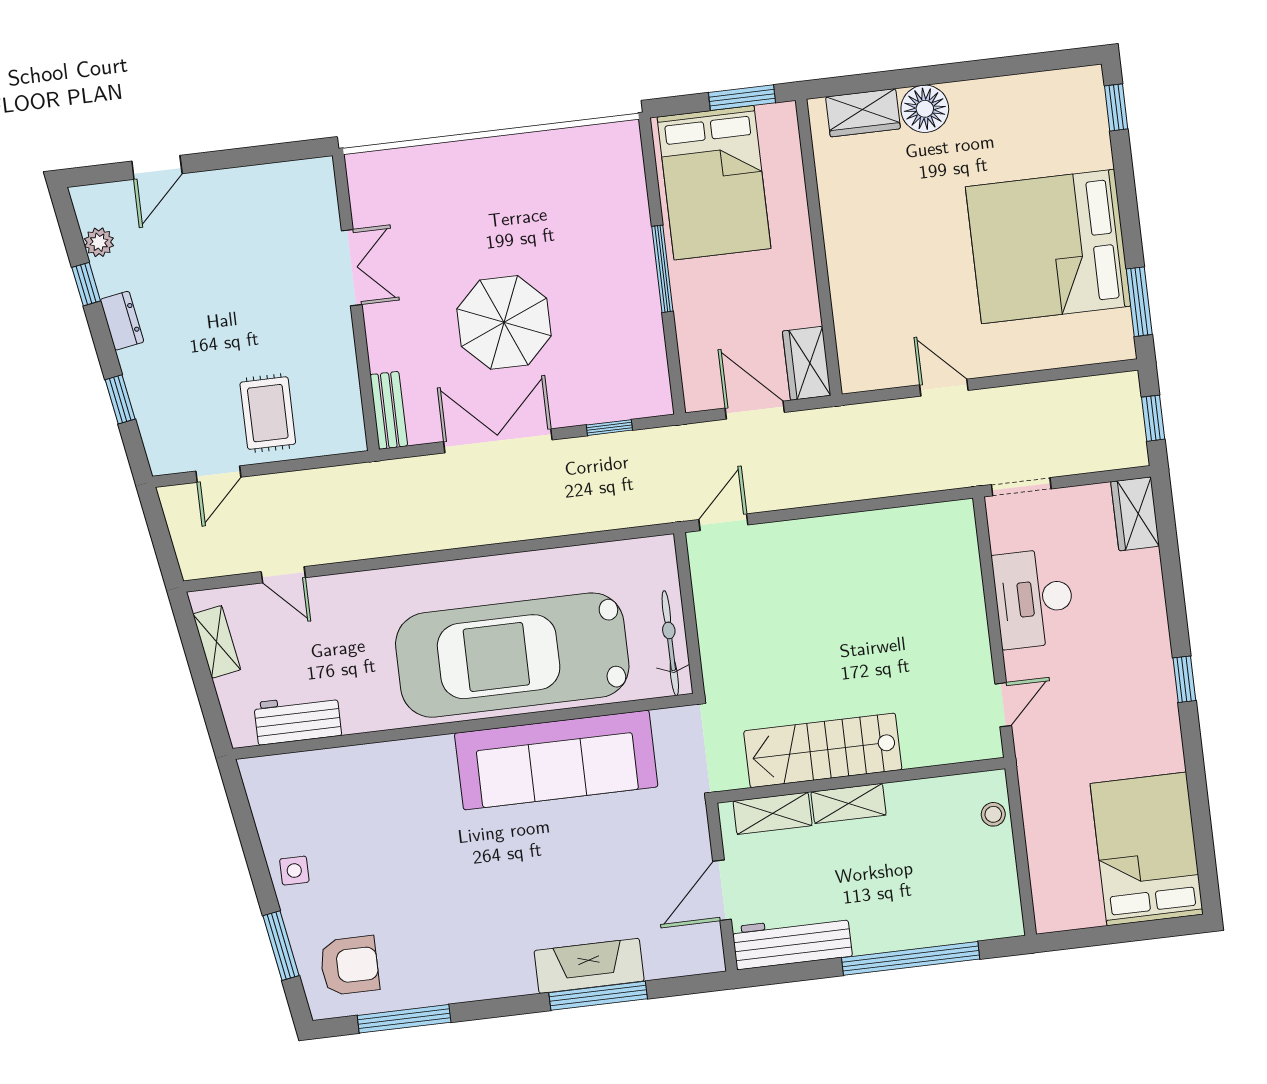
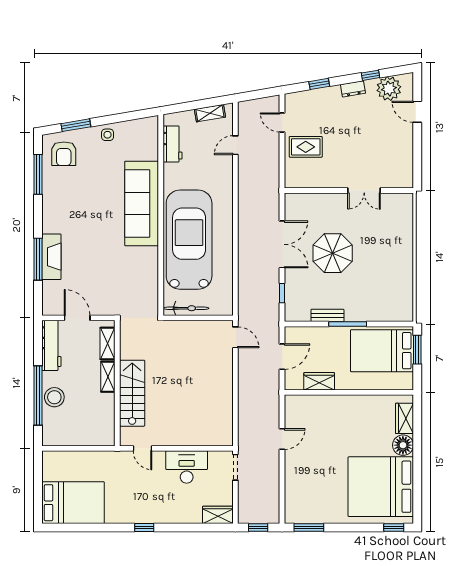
window: (742, 98) -> (417, 350), moved
plant: (99, 242) -> (389, 89), width x1.88, depth x1.88
bed: (1048, 246) -> (381, 487), moved, turned -90
wardrobe: (807, 363) -> (319, 381), moved
bench: (389, 410) -> (327, 315), moved
stairs: (823, 750) -> (132, 393), moved
sofa: (556, 760) -> (142, 203), moved
stool: (993, 814) -> (54, 397), moved, width x1.89, depth x1.89

